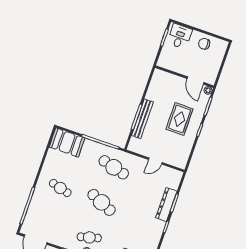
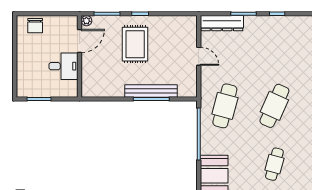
desk: (180, 36) -> (64, 66), moved, turned 180
chair: (204, 44) -> (35, 26), moved
rug: (180, 119) -> (135, 44), turned 90
dresser: (166, 205) -> (222, 23), moved

